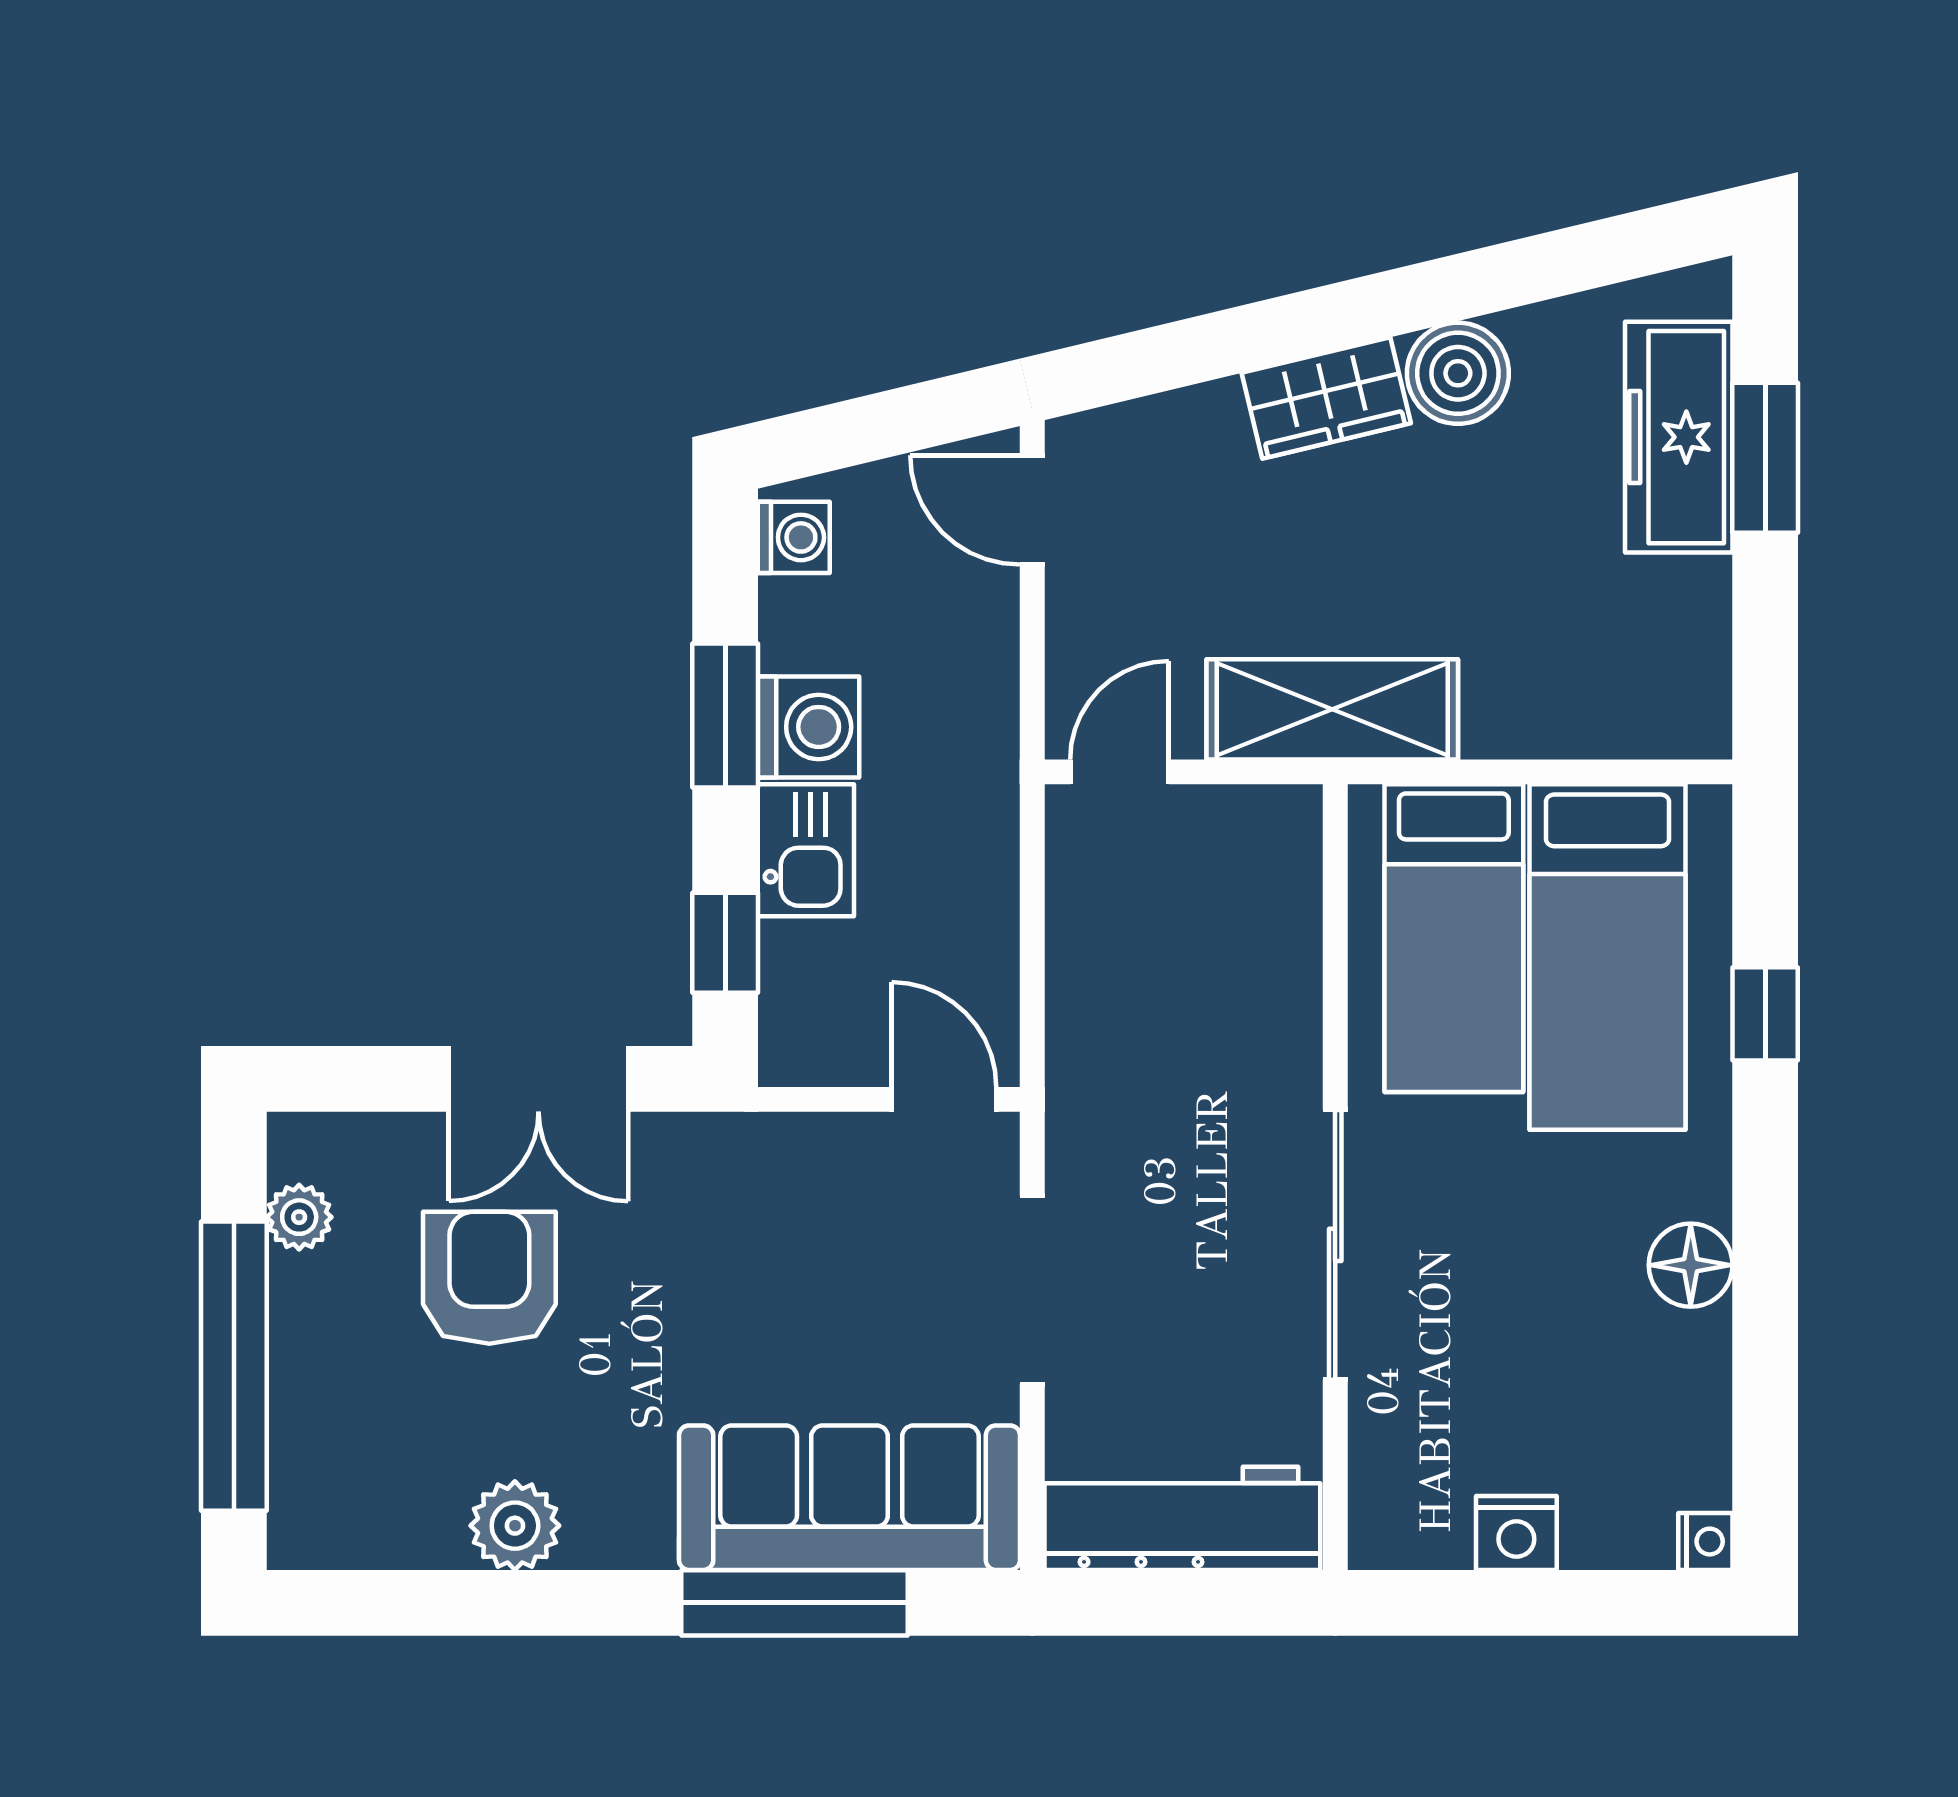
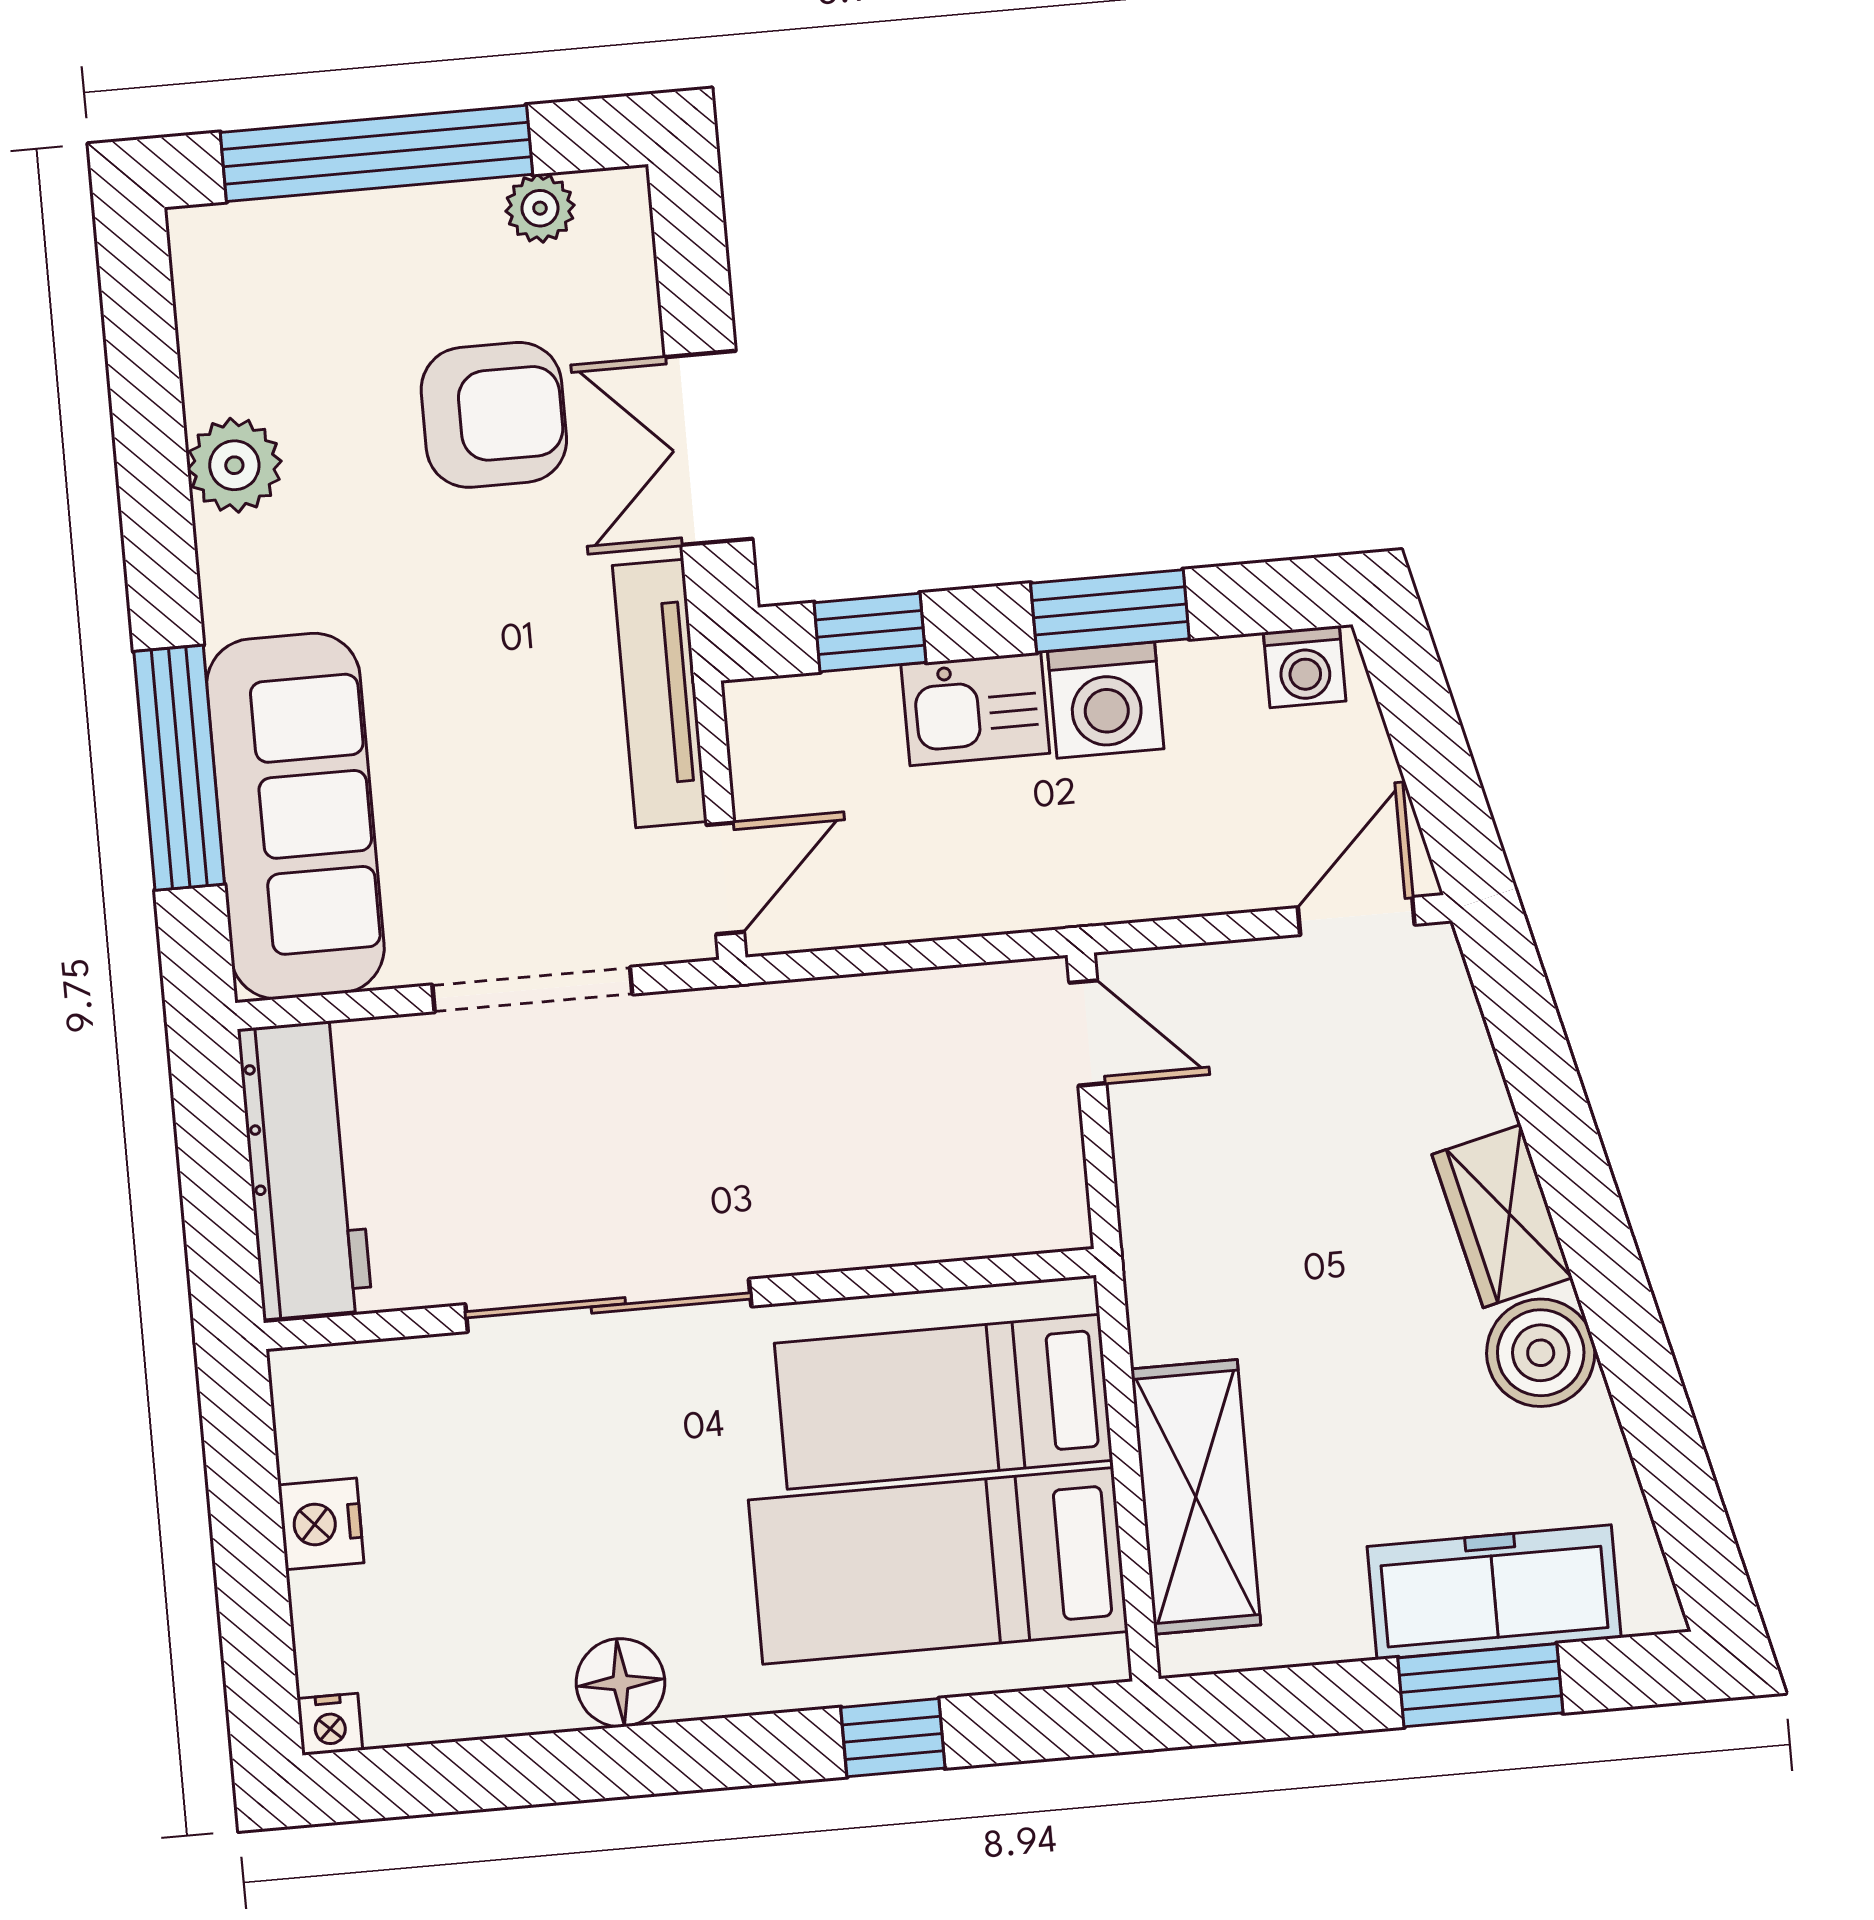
shelving: (1332, 709) -> (1196, 1497), moved
tv unit: (765, 1145) -> (660, 693), added

